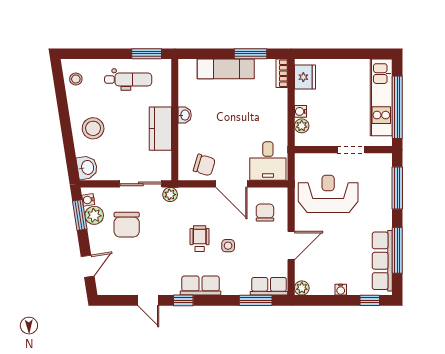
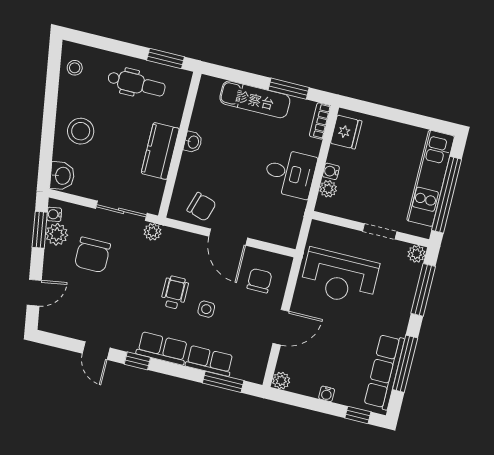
plant: (385, 160) -> (416, 254), added
desk: (268, 161) -> (290, 173), moved, turned -90
reception desk: (328, 194) -> (340, 277), turned 180
row of seats: (269, 286) -> (209, 361), moved

